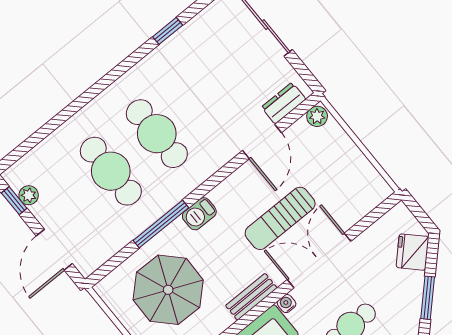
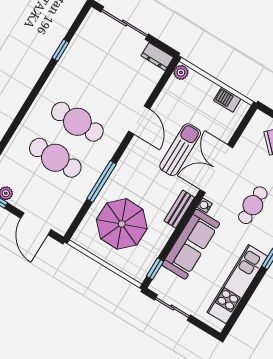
dresser: (284, 103) -> (157, 57), moved, turned -90
door: (262, 142) -> (139, 120), moved
barbecue: (199, 214) -> (227, 100), moved, turned 90
sun lounger: (280, 218) -> (180, 150), turned 180

